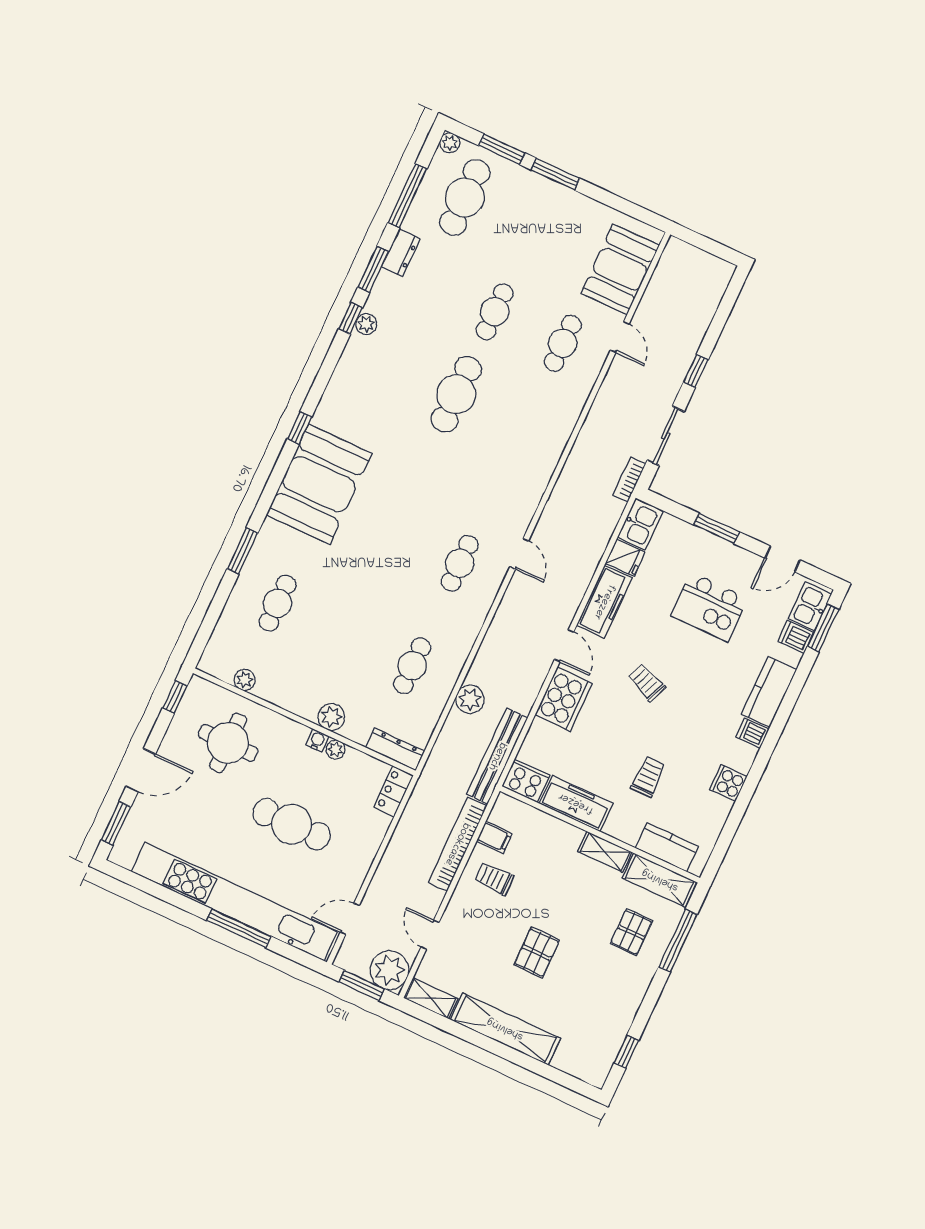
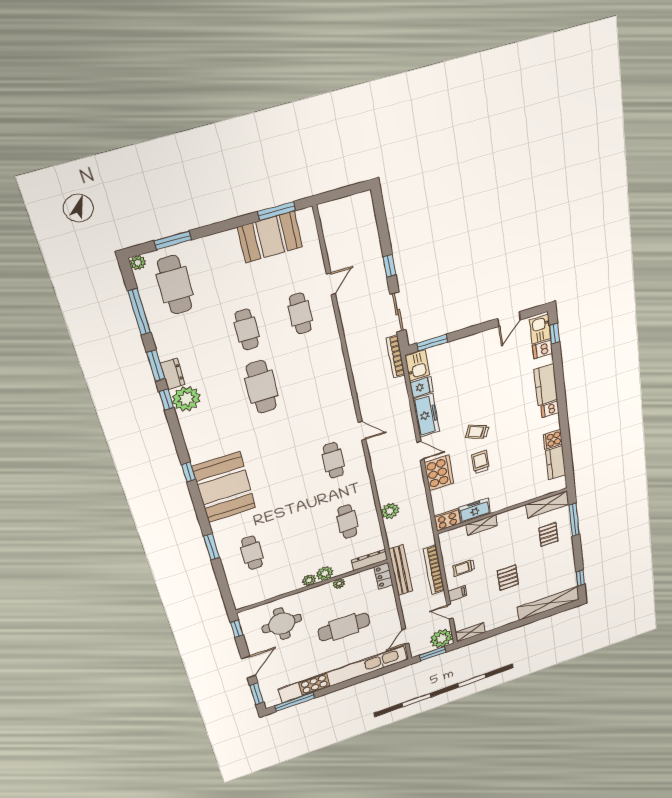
window: (555, 174) -> (277, 211), moved
dresser: (401, 253) -> (173, 374), moved
booth: (620, 269) -> (270, 237), moved, turned 90
plant: (366, 324) -> (186, 399), width x1.87, depth x1.87
door: (620, 337) -> (331, 284), hinge flipped
bookcase: (629, 479) -> (396, 357), width x1.56
window: (716, 528) -> (432, 343), moved
kitchen island: (709, 607) -> (485, 373), removed
window: (823, 628) -> (554, 333), width x0.67
plant: (245, 680) -> (309, 580), moved
water cooler: (317, 740) -> (326, 588), removed
bench: (497, 756) -> (401, 570), moved
trolley: (648, 777) -> (481, 462), moved
freezer: (576, 803) -> (475, 510), width x0.71
filing cabinet: (494, 837) -> (457, 594), moved
kitchen counter: (667, 847) -> (556, 463), moved, turned -90
shelving: (605, 852) -> (482, 525), moved
window: (239, 928) -> (295, 702), moved
shelving: (505, 1029) -> (548, 603), moved

